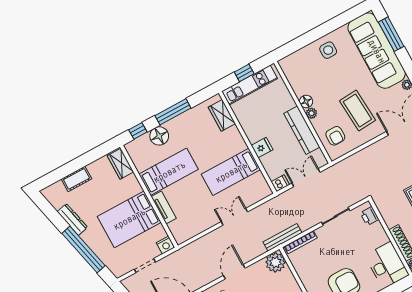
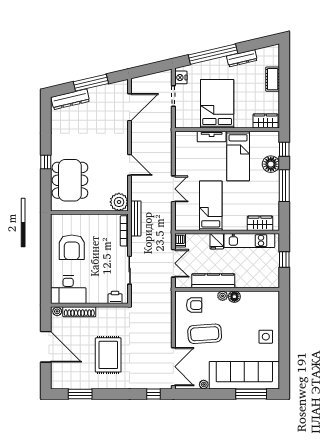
kitchen unit: (250, 85) -> (249, 241), moved, turned -90
armchair: (335, 136) -> (194, 305), turned 180
nightstand: (166, 245) -> (181, 77), moved

